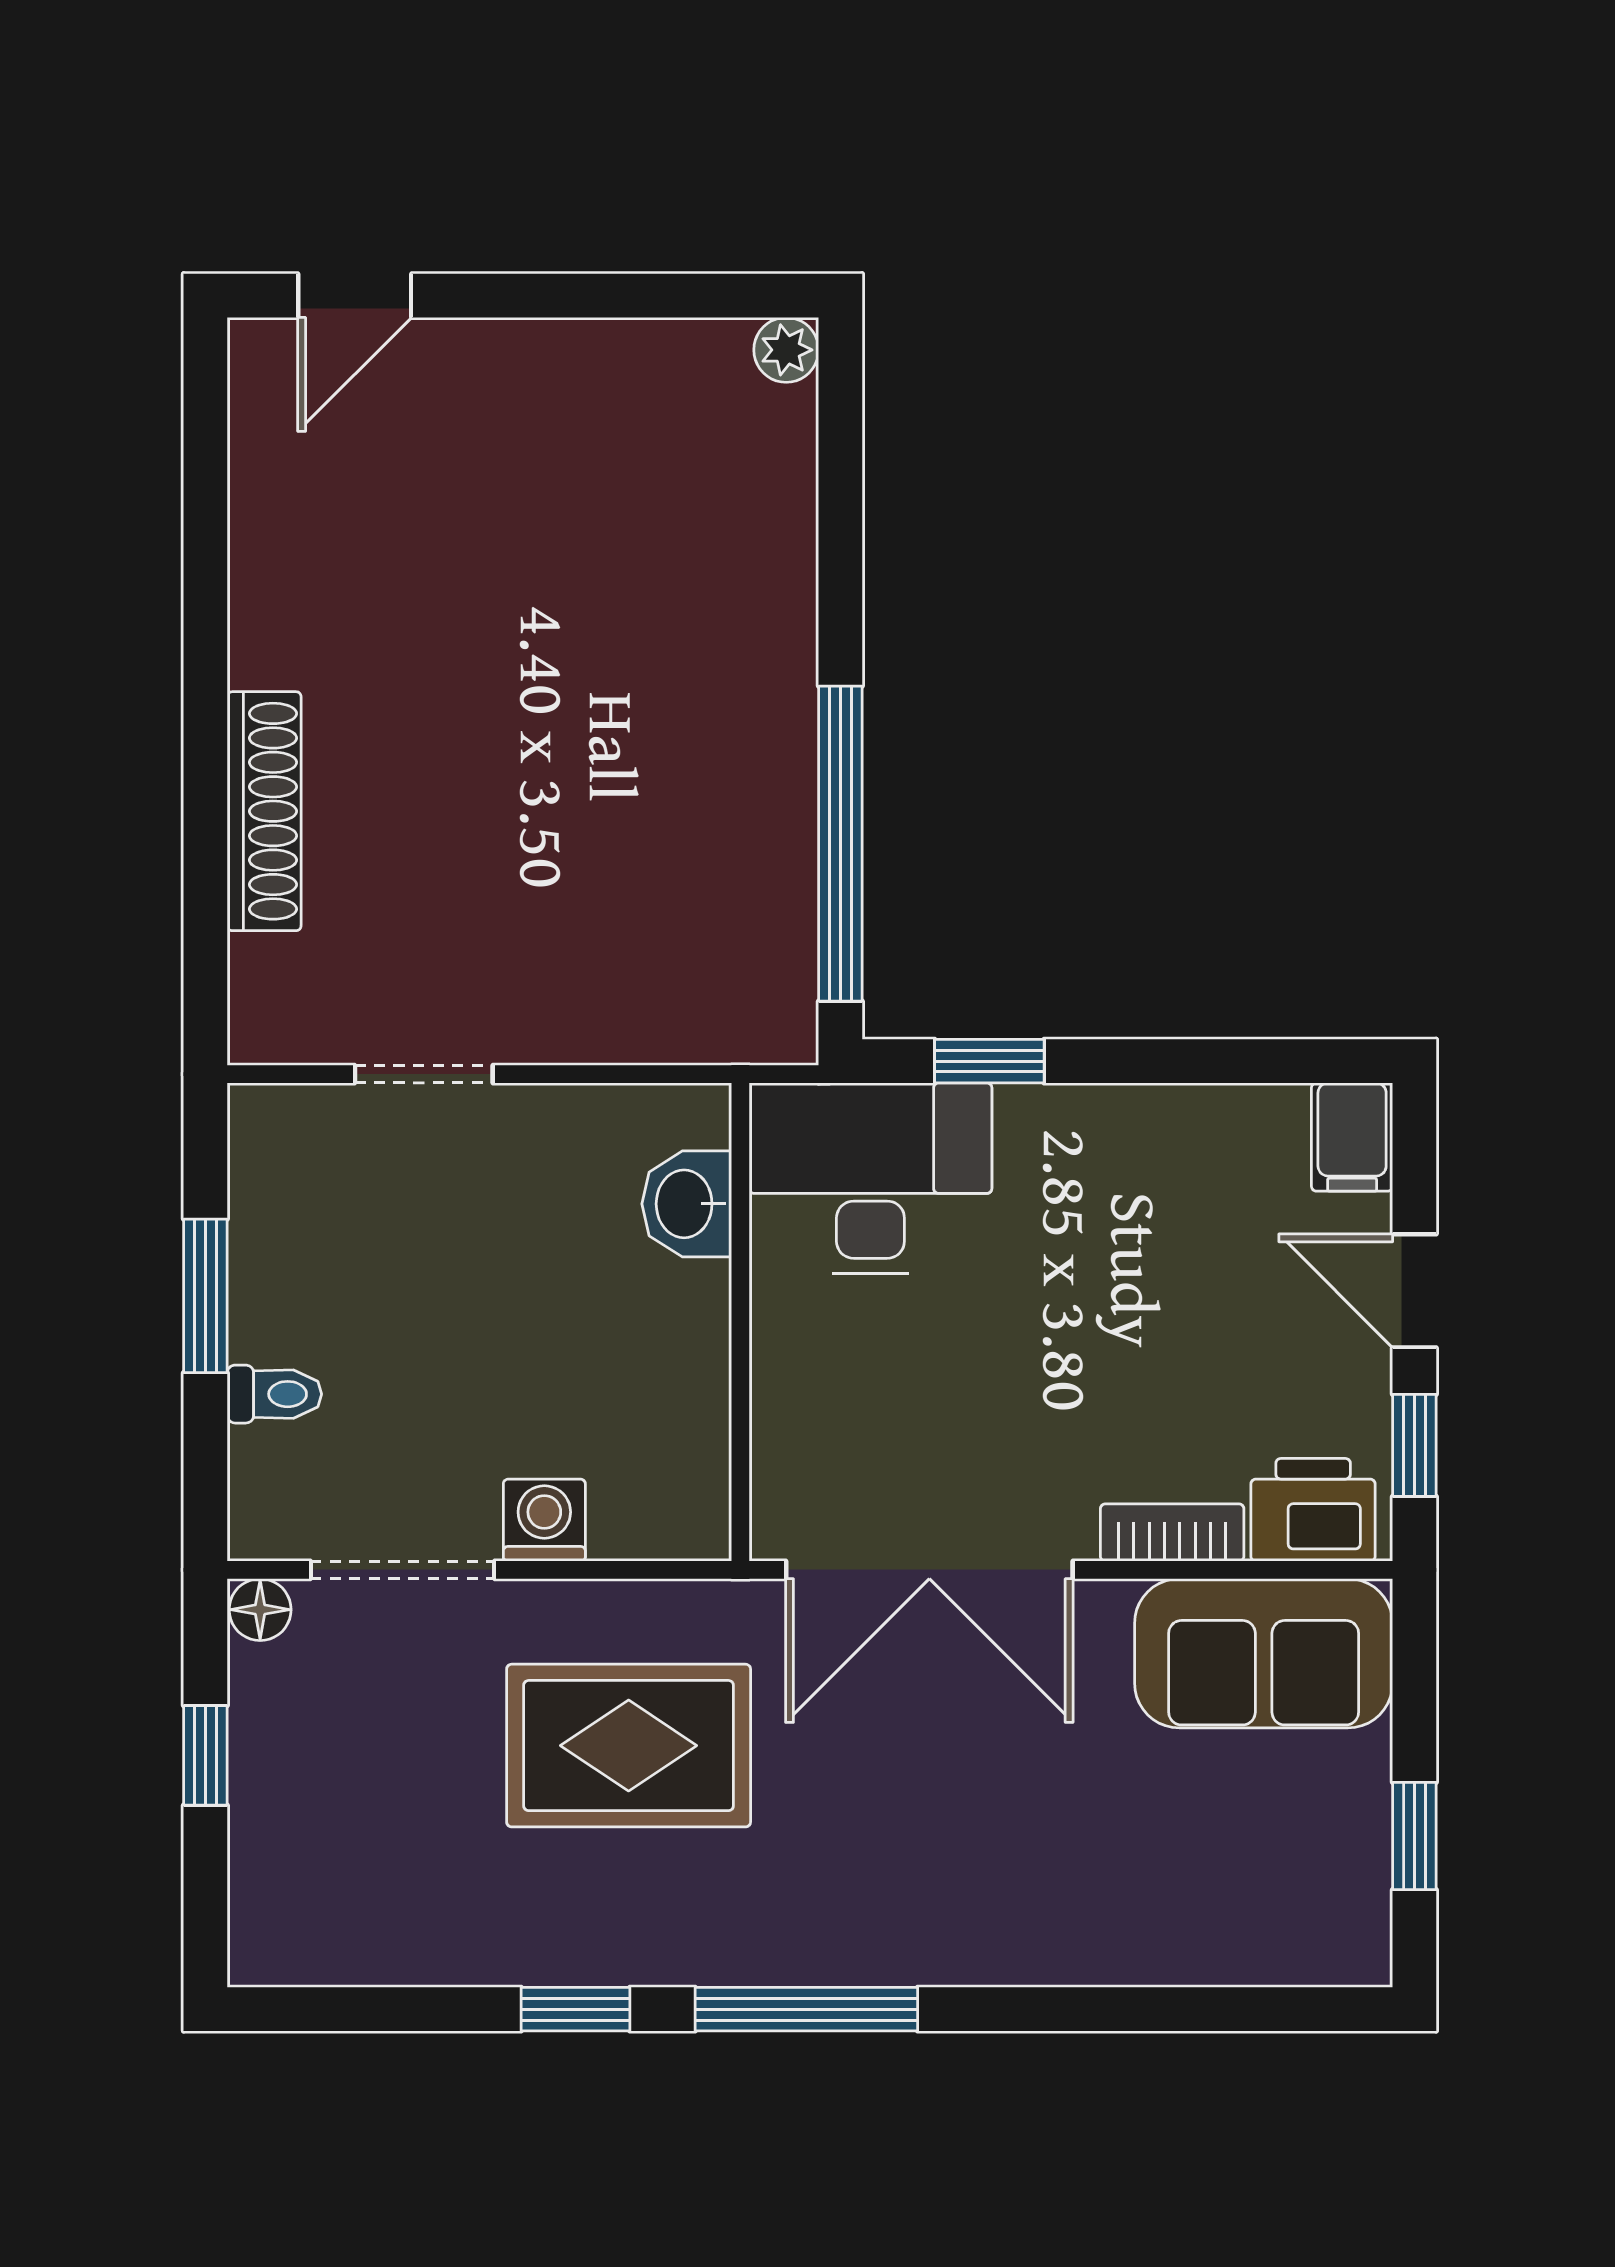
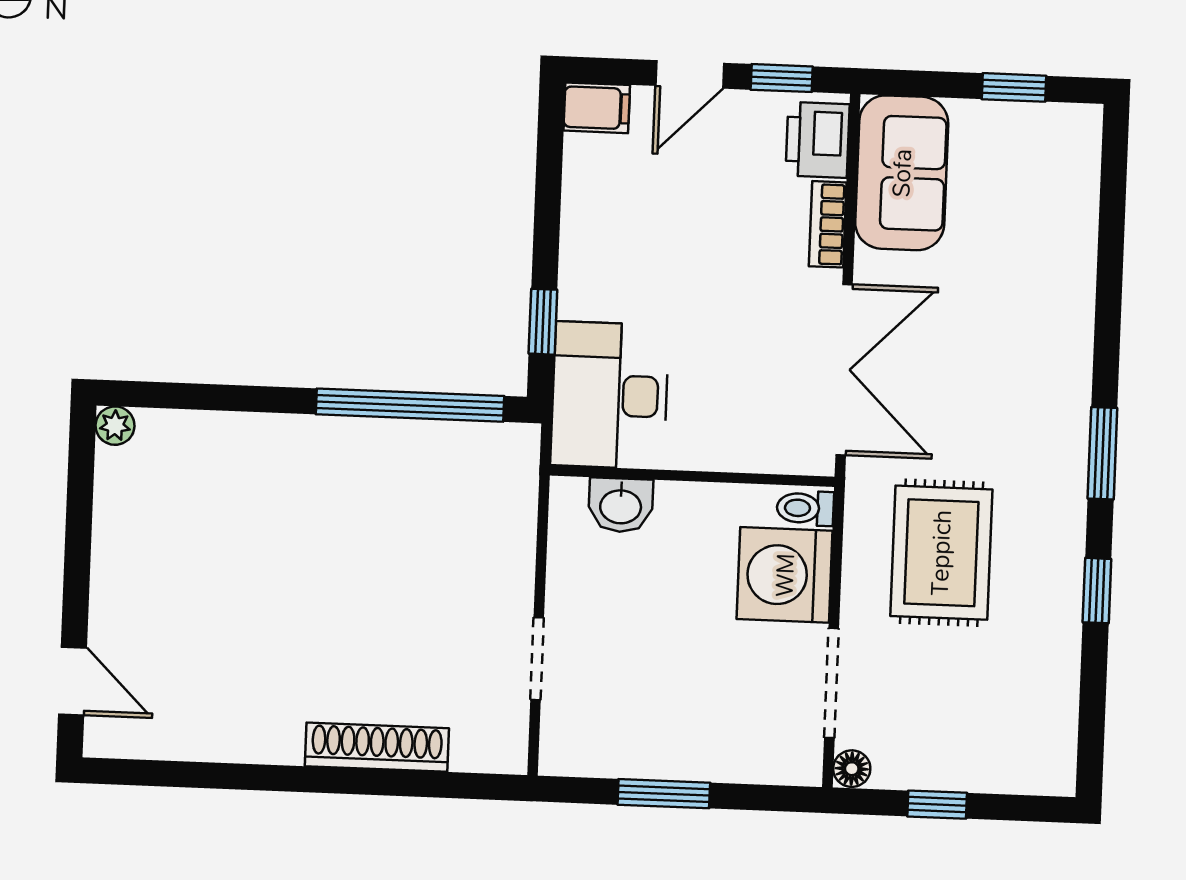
toilet: (274, 1394) -> (805, 508), moved, turned -90
washing machine: (544, 1520) -> (785, 575), width x1.89, depth x1.89
window: (806, 2009) -> (1102, 453), width x0.69

